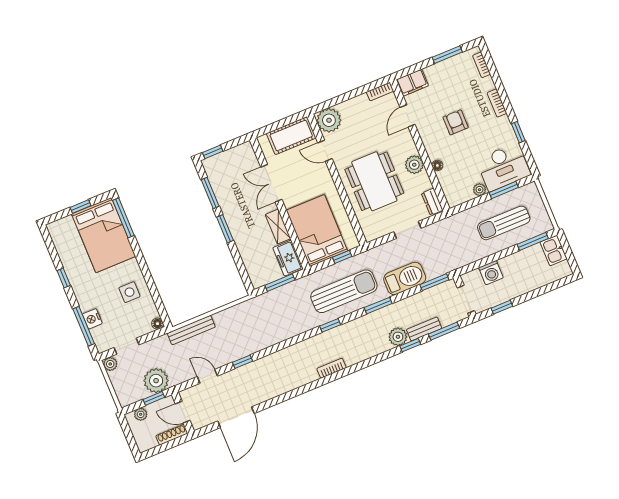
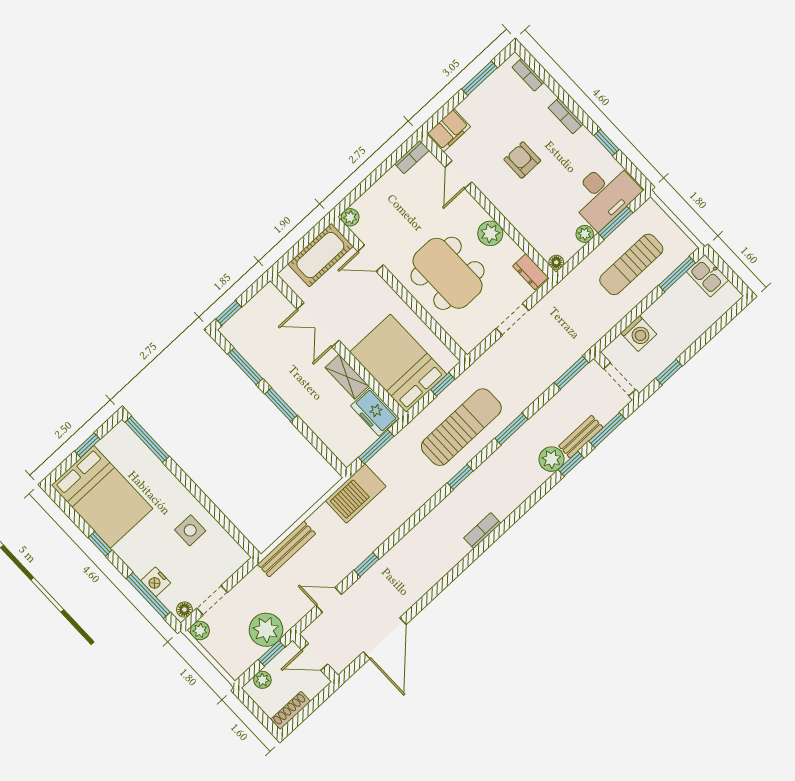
plant: (329, 120) -> (350, 217), width x0.53, depth x0.53
floor lamp: (437, 166) -> (556, 262), moved
bed: (104, 235) -> (102, 497), moved
barbecue: (405, 278) -> (356, 493), moved, turned 180
floor lamp: (157, 324) -> (184, 610), moved
shoe rack: (172, 435) -> (291, 711), moved

